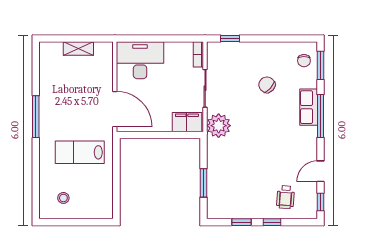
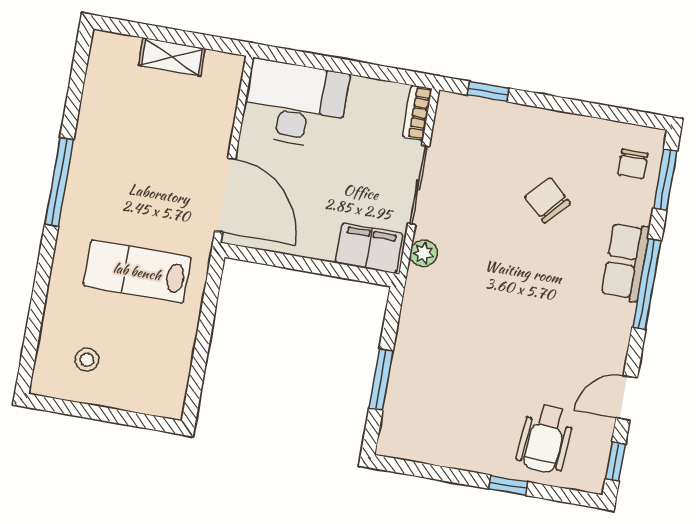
plant: (219, 126) -> (424, 253), width x0.53, depth x0.53
wheelchair: (286, 197) -> (545, 439), width x1.36, depth x1.37
window: (241, 222) -> (445, 474), removed

